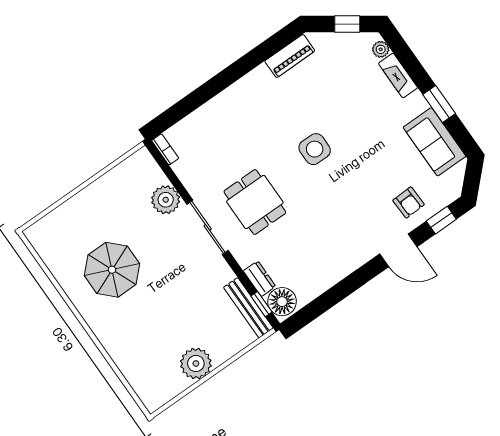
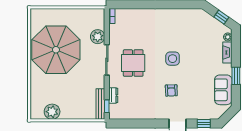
piano: (290, 56) -> (189, 14), removed
armchair: (409, 202) -> (171, 90), moved
parasol: (112, 270) -> (56, 50), width x1.86, depth x1.86
floor lamp: (282, 302) -> (116, 111), removed
plant: (196, 363) -> (52, 112), moved

